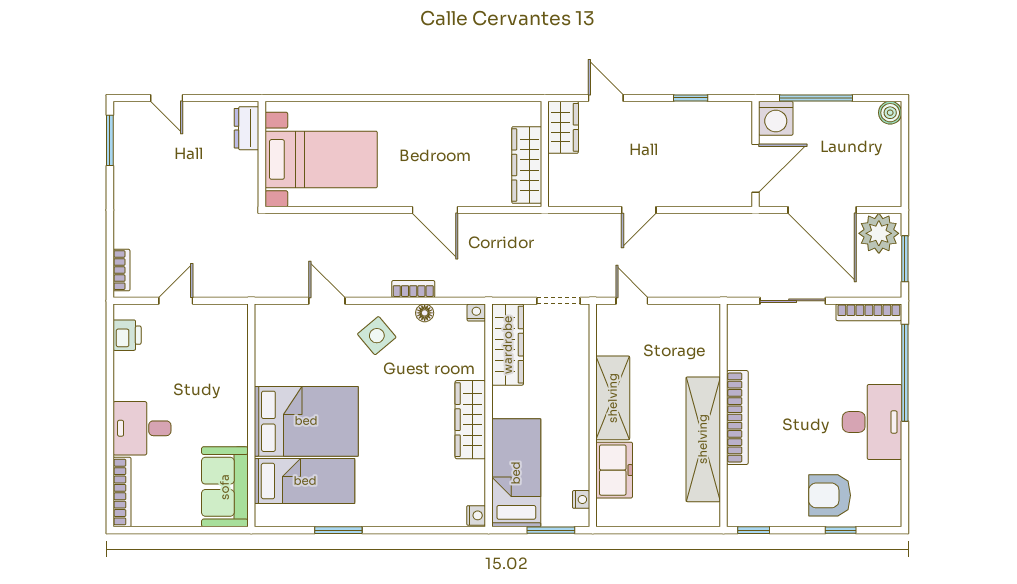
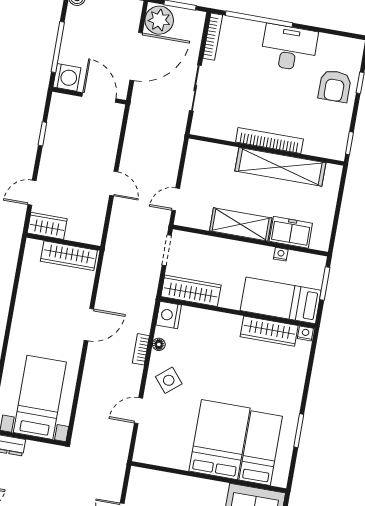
nightstand: (476, 313) -> (169, 315), width x1.89, depth x1.79
wardrobe: (470, 420) -> (269, 331), moved
nightstand: (581, 499) -> (281, 254), moved

